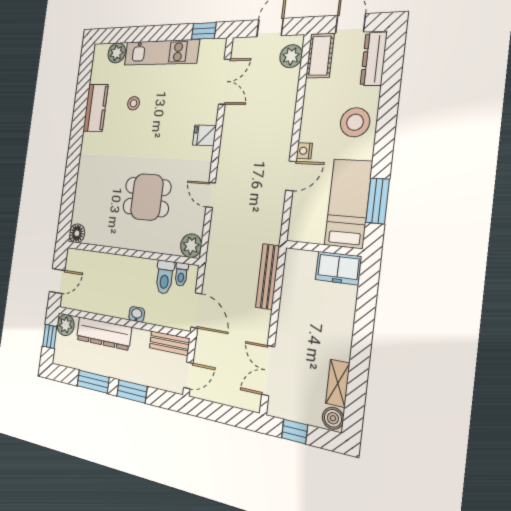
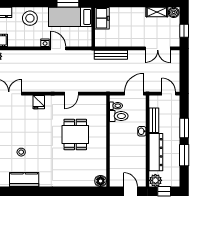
plant: (191, 246) -> (100, 102), removed
bench: (170, 343) -> (154, 120), moved

